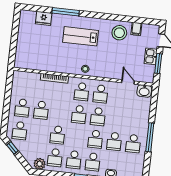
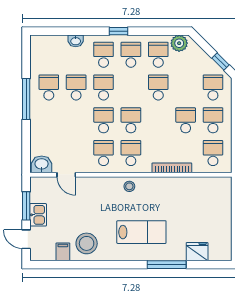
school desk: (25, 85) -> (213, 153), added

